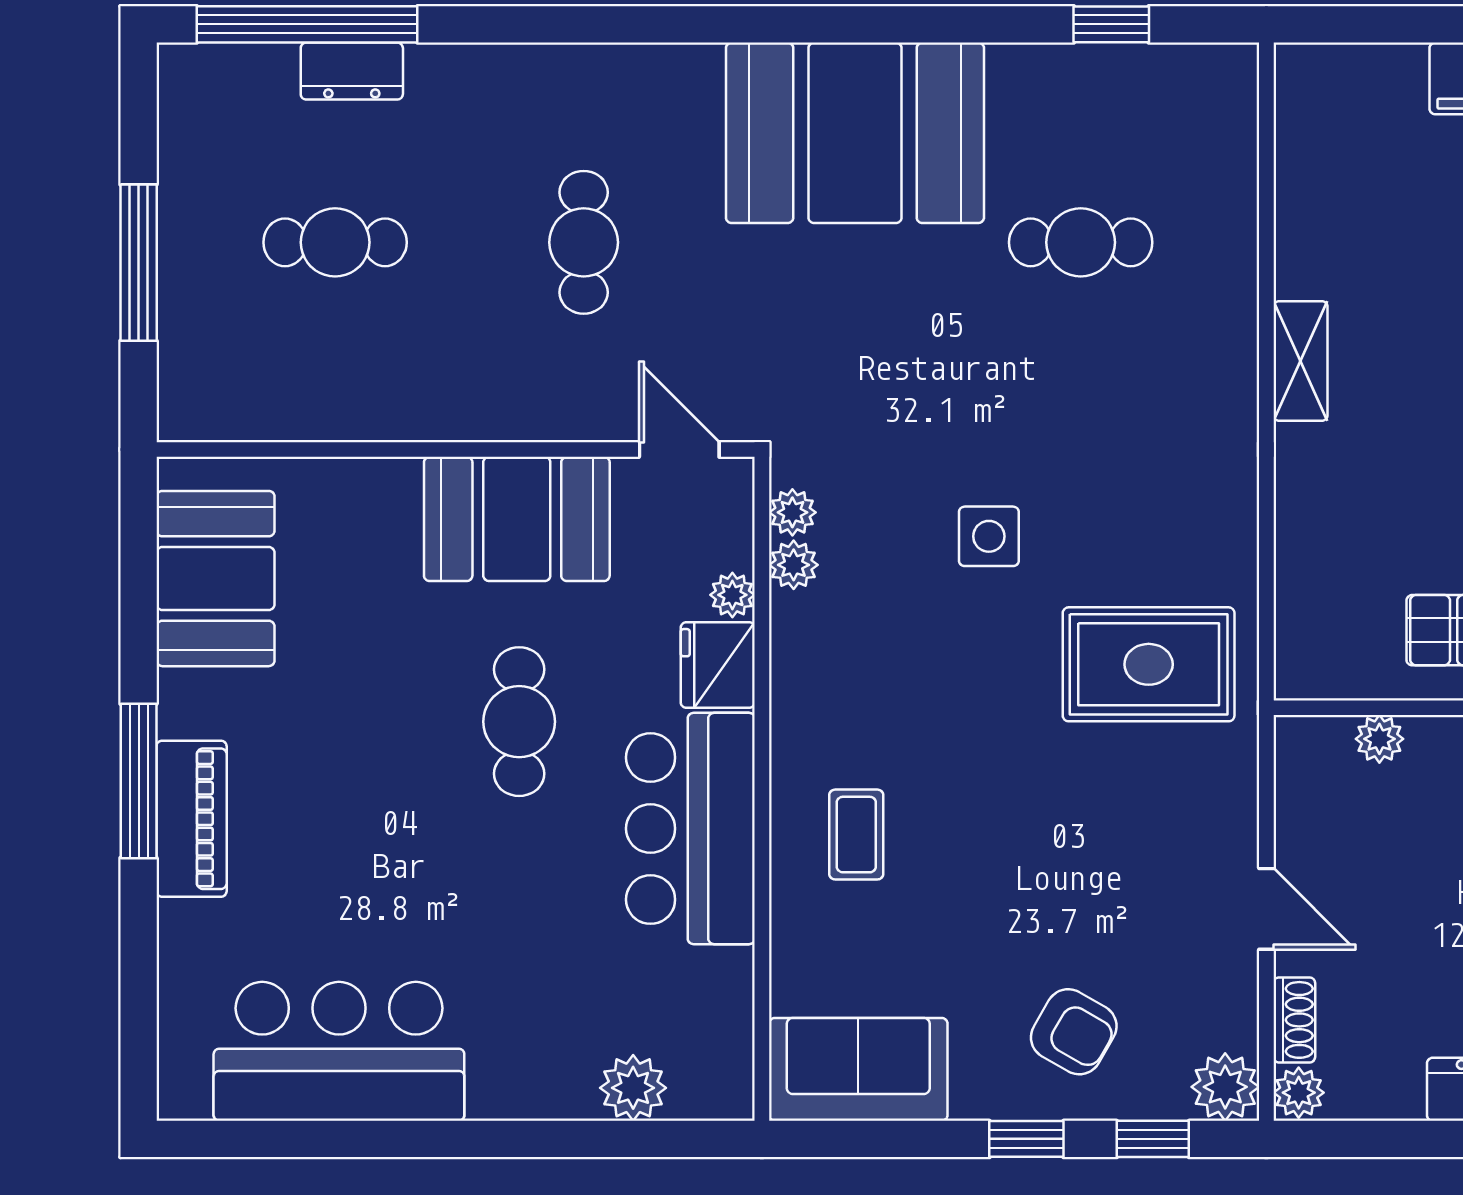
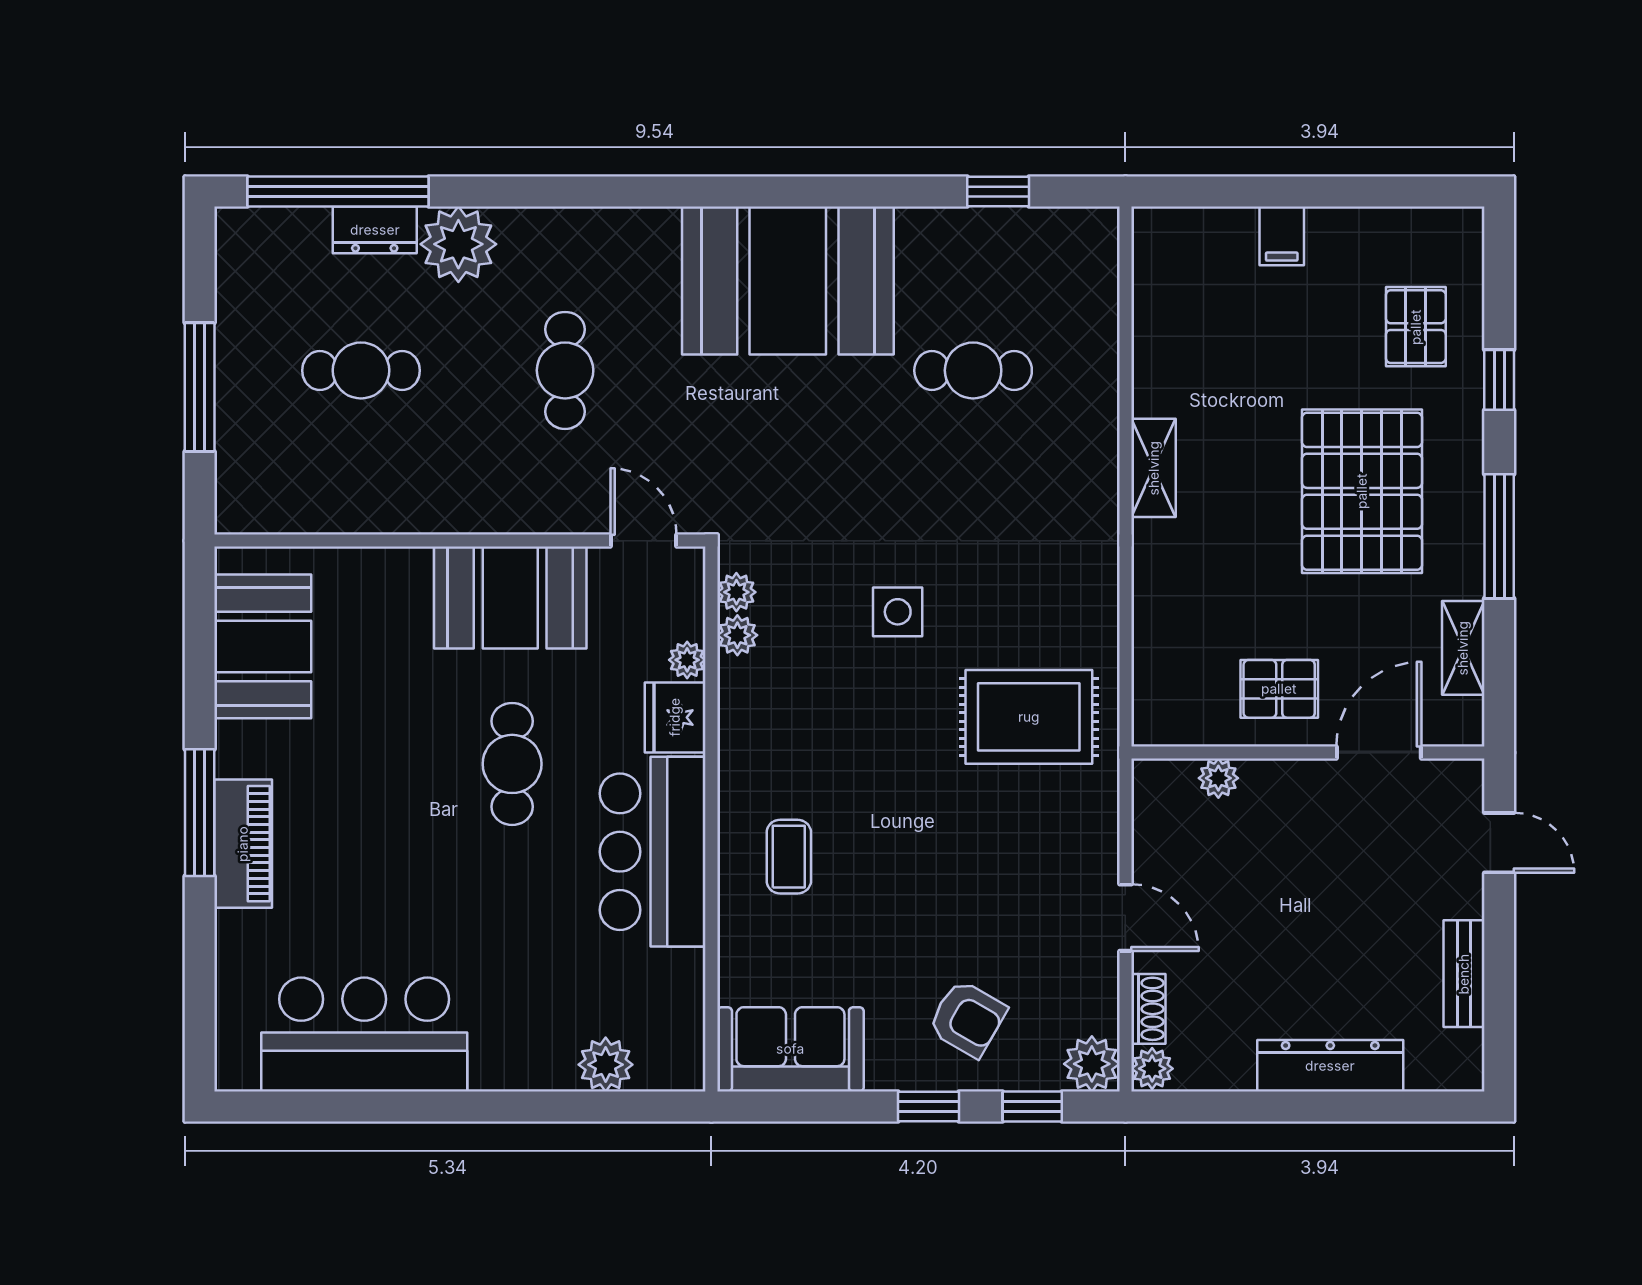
plant: (454, 89) -> (458, 244), added

